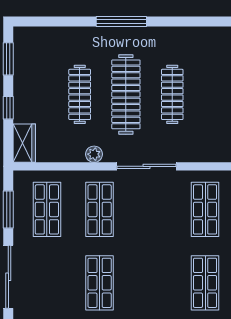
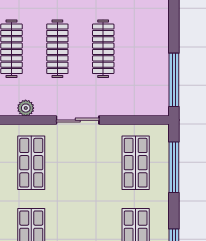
clothes rail: (126, 94) -> (57, 49), width x0.73, depth x0.76
sliding door: (147, 166) -> (78, 120), width x0.73

